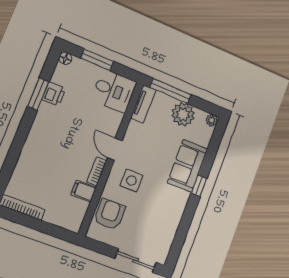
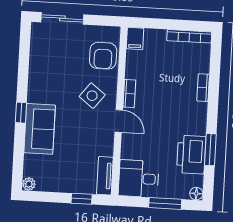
window: (170, 91) -> (82, 199), width x0.46
printer: (54, 94) -> (191, 155), width x1.87, depth x1.48
plant: (183, 114) -> (61, 180), removed
bookcase: (25, 154) -> (203, 88), added
side table: (131, 180) -> (92, 96), turned 38
filing cabinet: (84, 191) -> (135, 38), moved, turned 90

